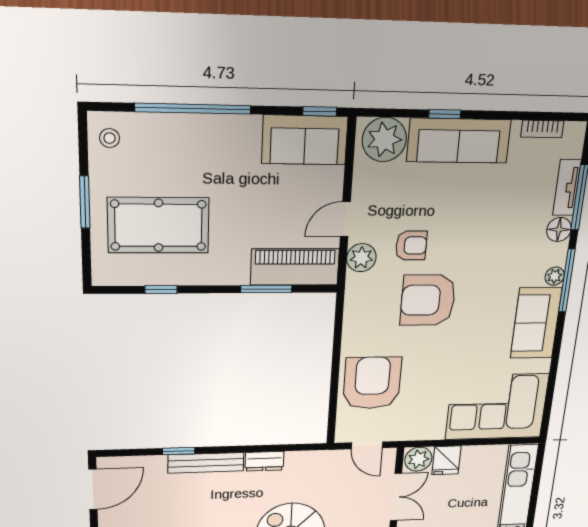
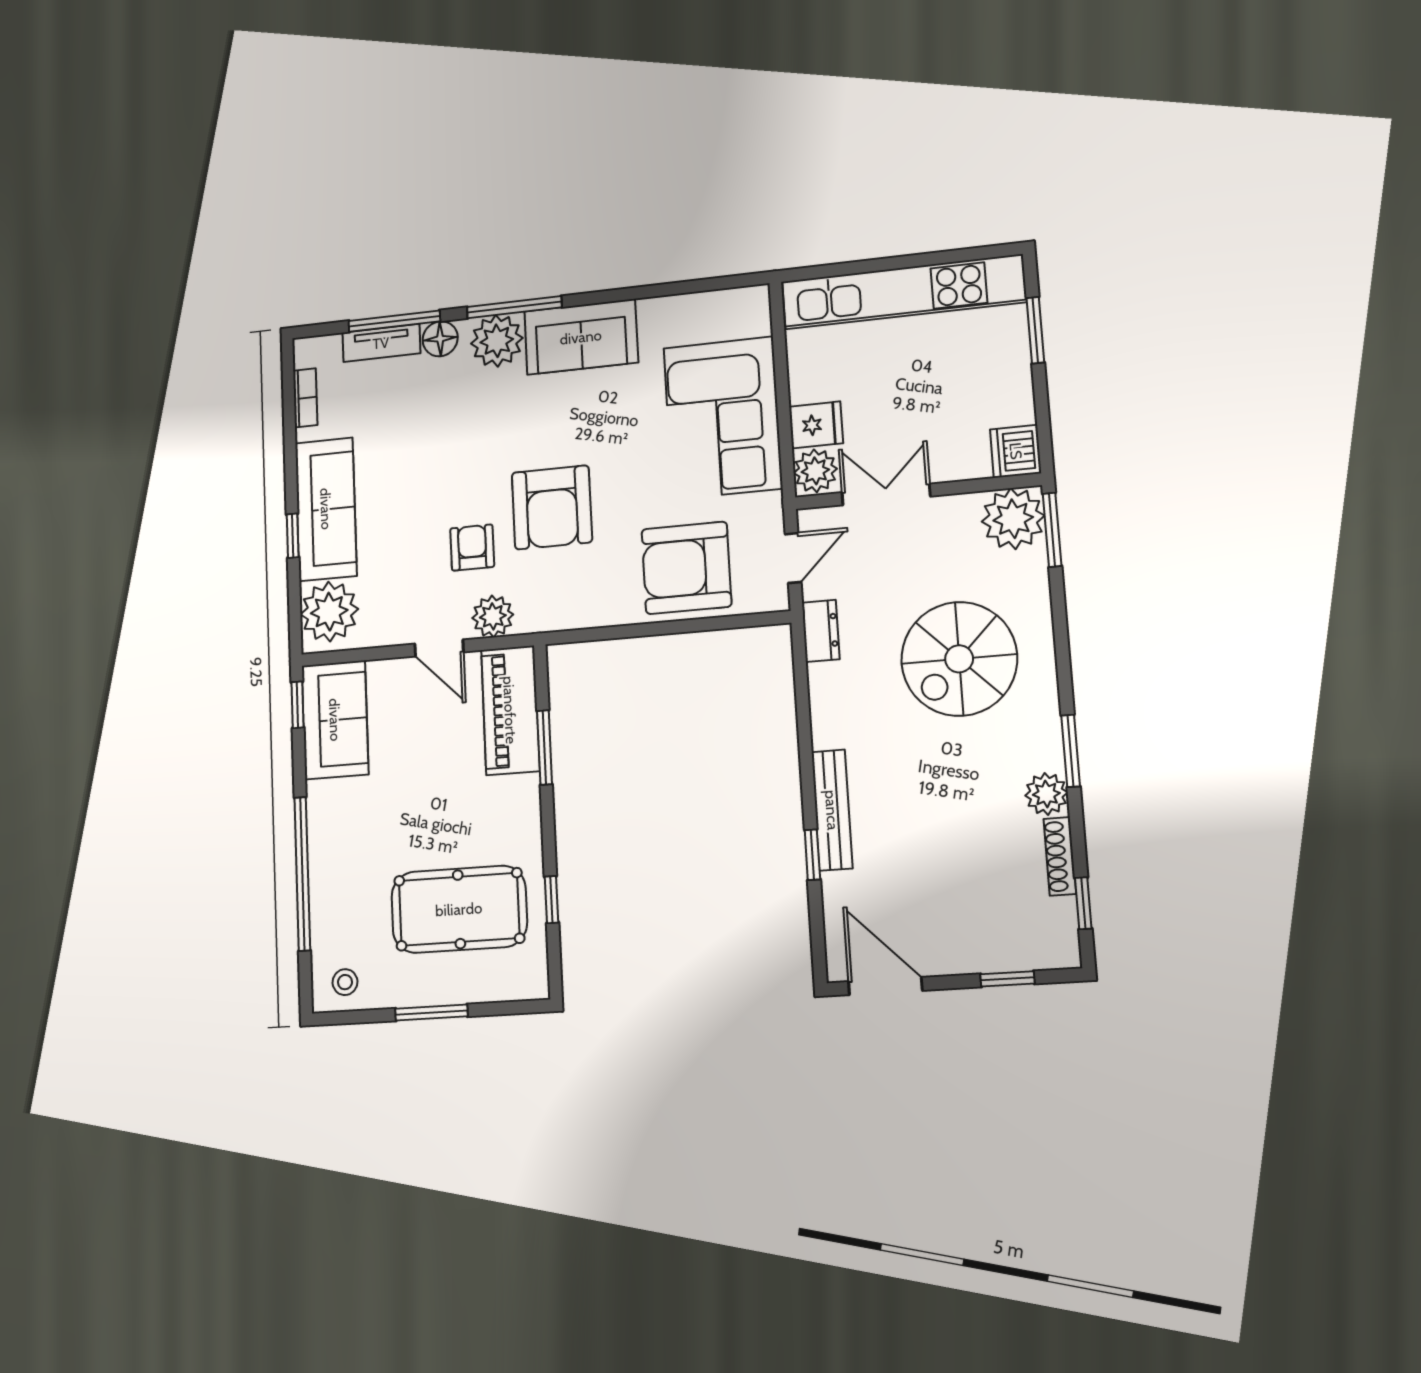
pool table: (158, 225) -> (459, 909), turned 90
plant: (555, 276) -> (497, 341), width x1.88, depth x1.88
corner sofa: (497, 407) -> (723, 418), moved
dresser: (265, 461) -> (821, 631), moved

